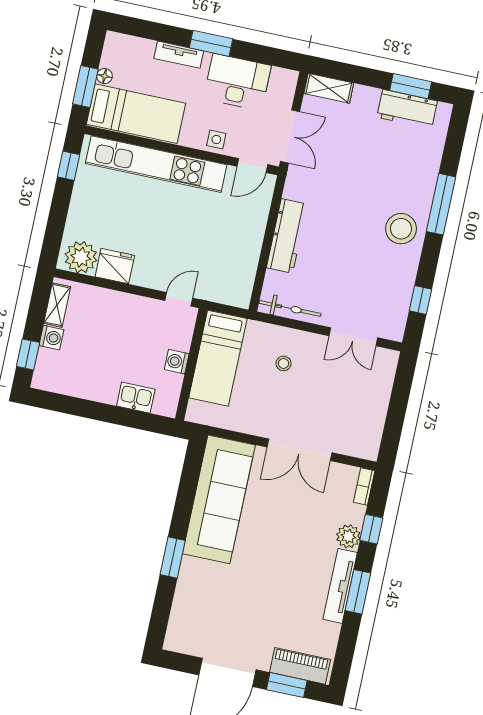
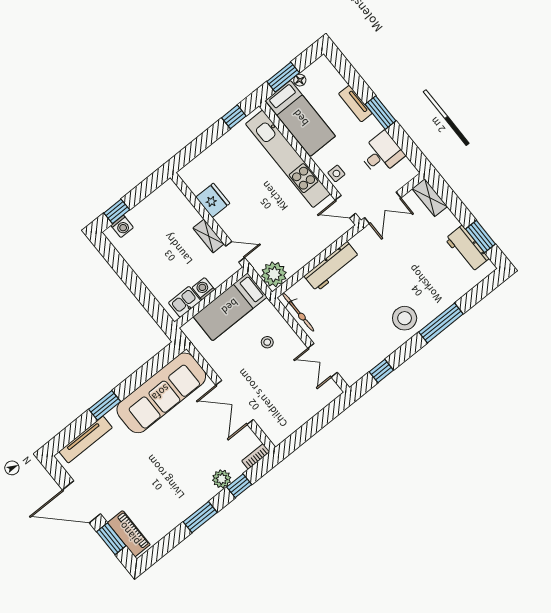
desk: (237, 82) -> (381, 154), width x0.73
plant: (81, 257) -> (274, 274), moved
shelving: (57, 305) -> (209, 236), moved, turned 90
washing machine: (51, 338) -> (122, 226), moved
kitchen sink: (136, 398) -> (185, 302), moved, turned -90
tv unit: (340, 586) -> (86, 440), moved, turned 180

